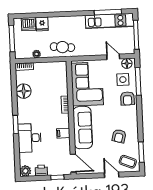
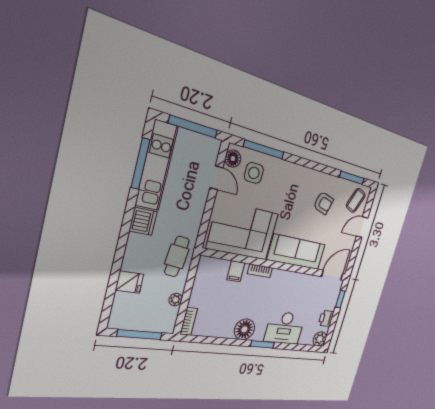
dishwasher: (28, 24) -> (143, 221), moved
door: (113, 57) -> (216, 178), swing flipped
floor lamp: (24, 91) -> (244, 329), moved
armchair: (127, 98) -> (281, 175), removed
filing cabinet: (63, 133) -> (236, 271), moved

